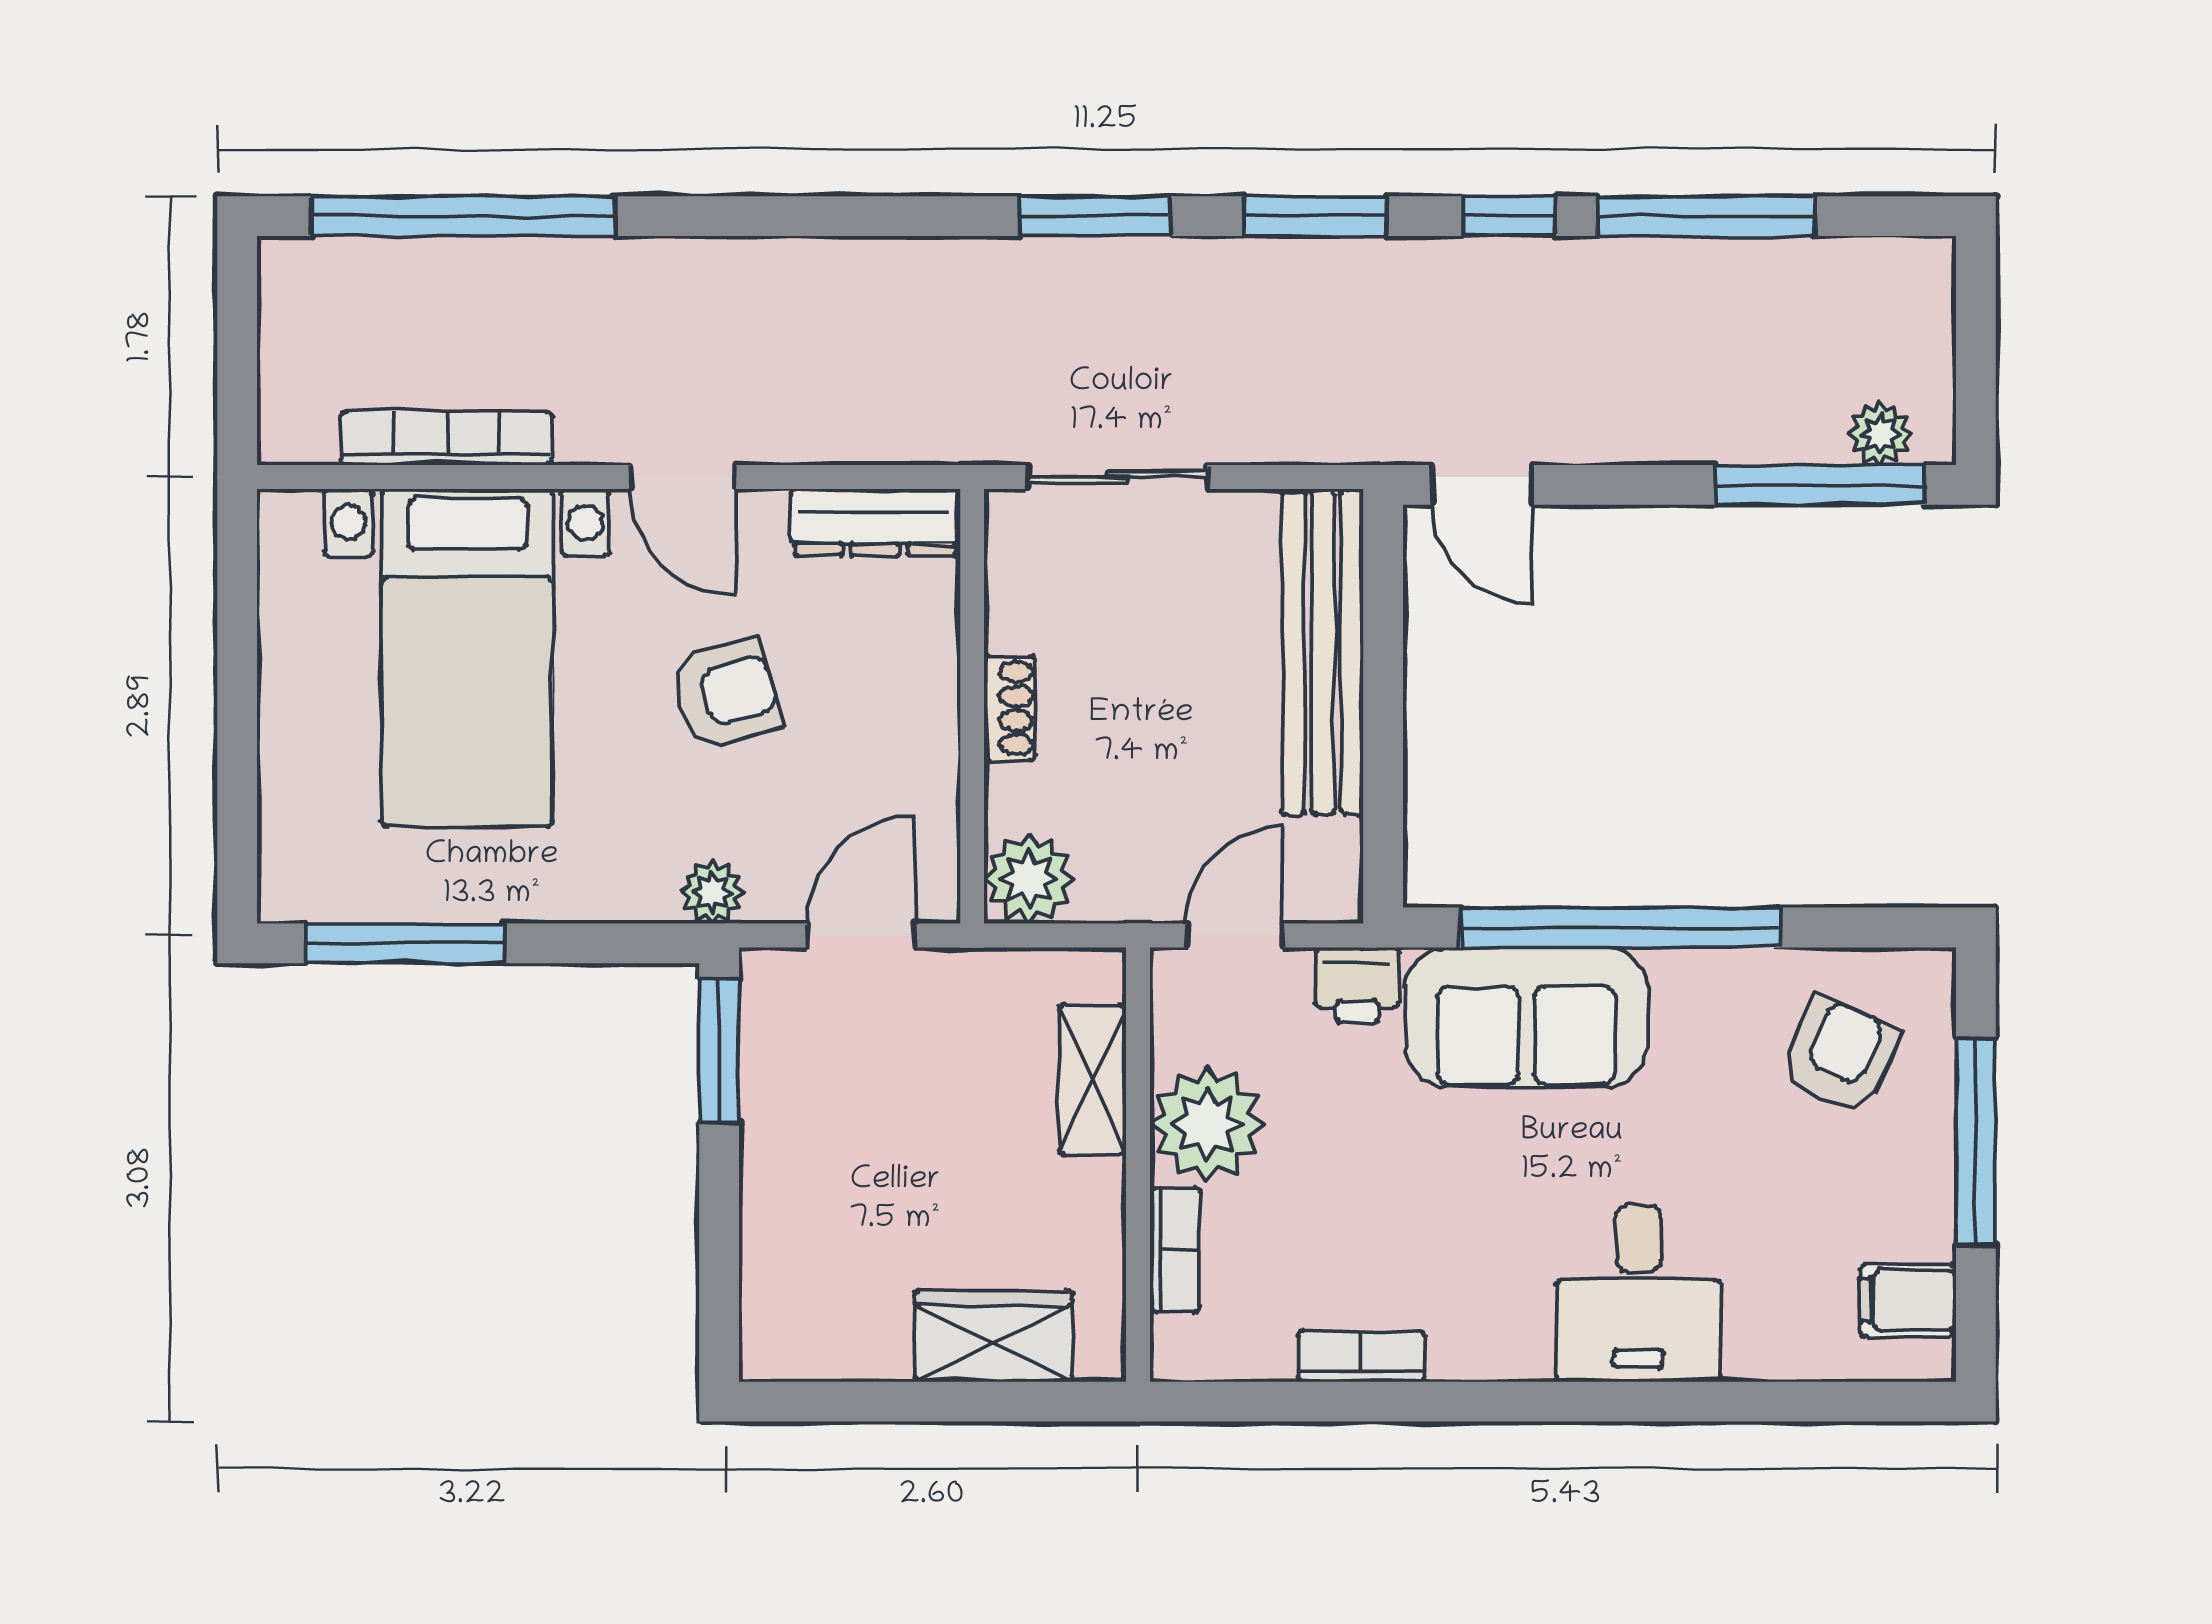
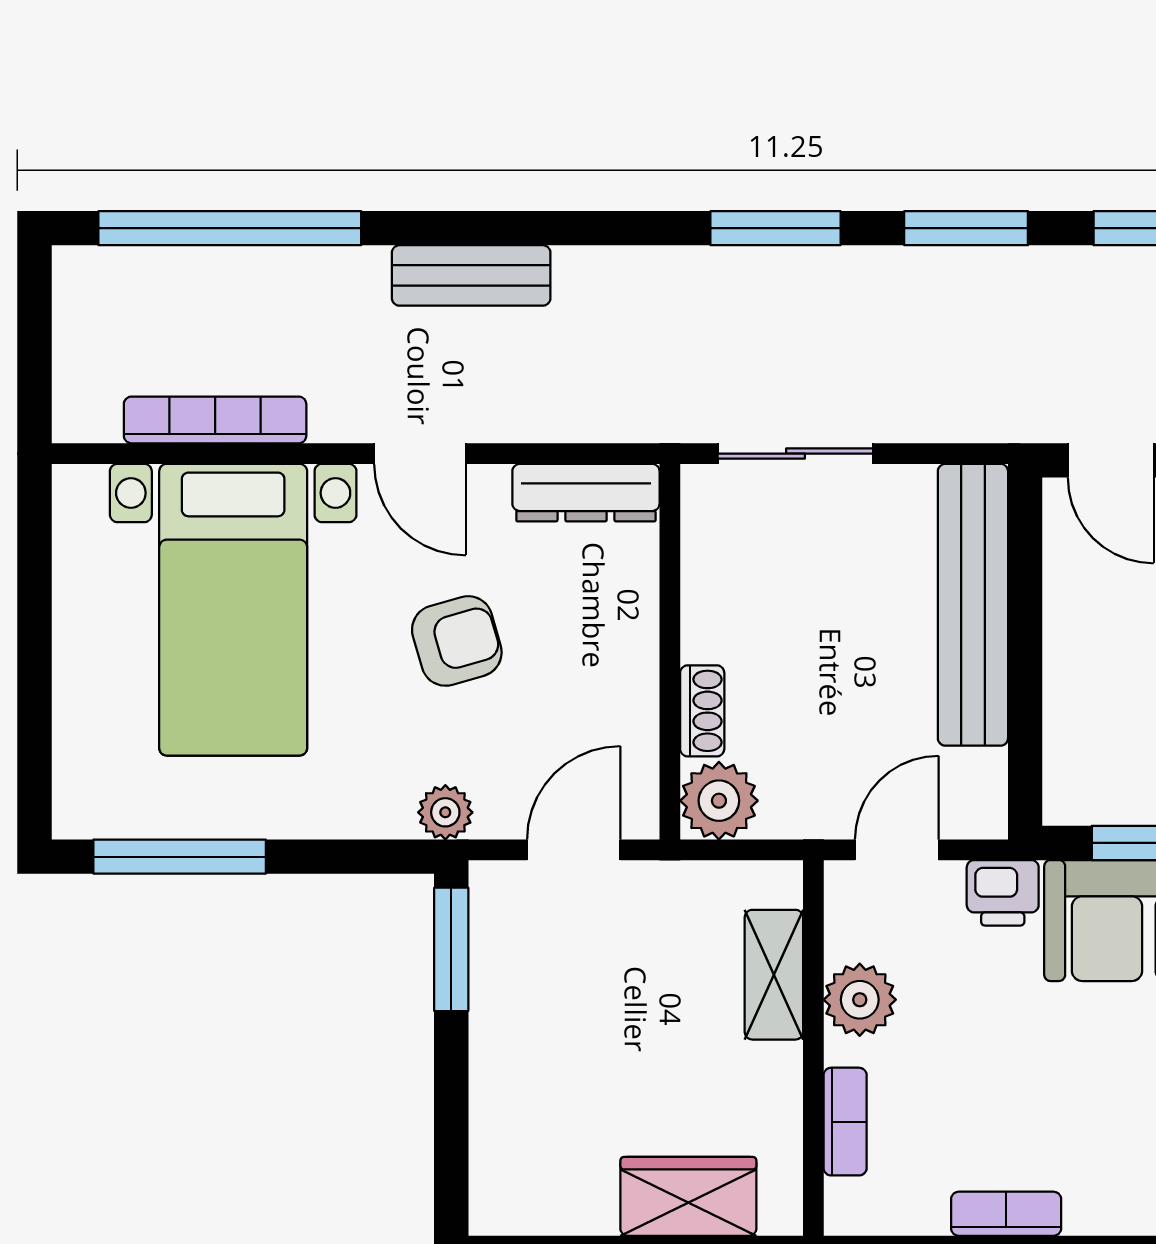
bench: (742, 271) -> (471, 275), added
shoe rack: (1010, 708) -> (702, 711), moved
plant: (1207, 1124) -> (860, 1000), width x0.73, depth x0.73

